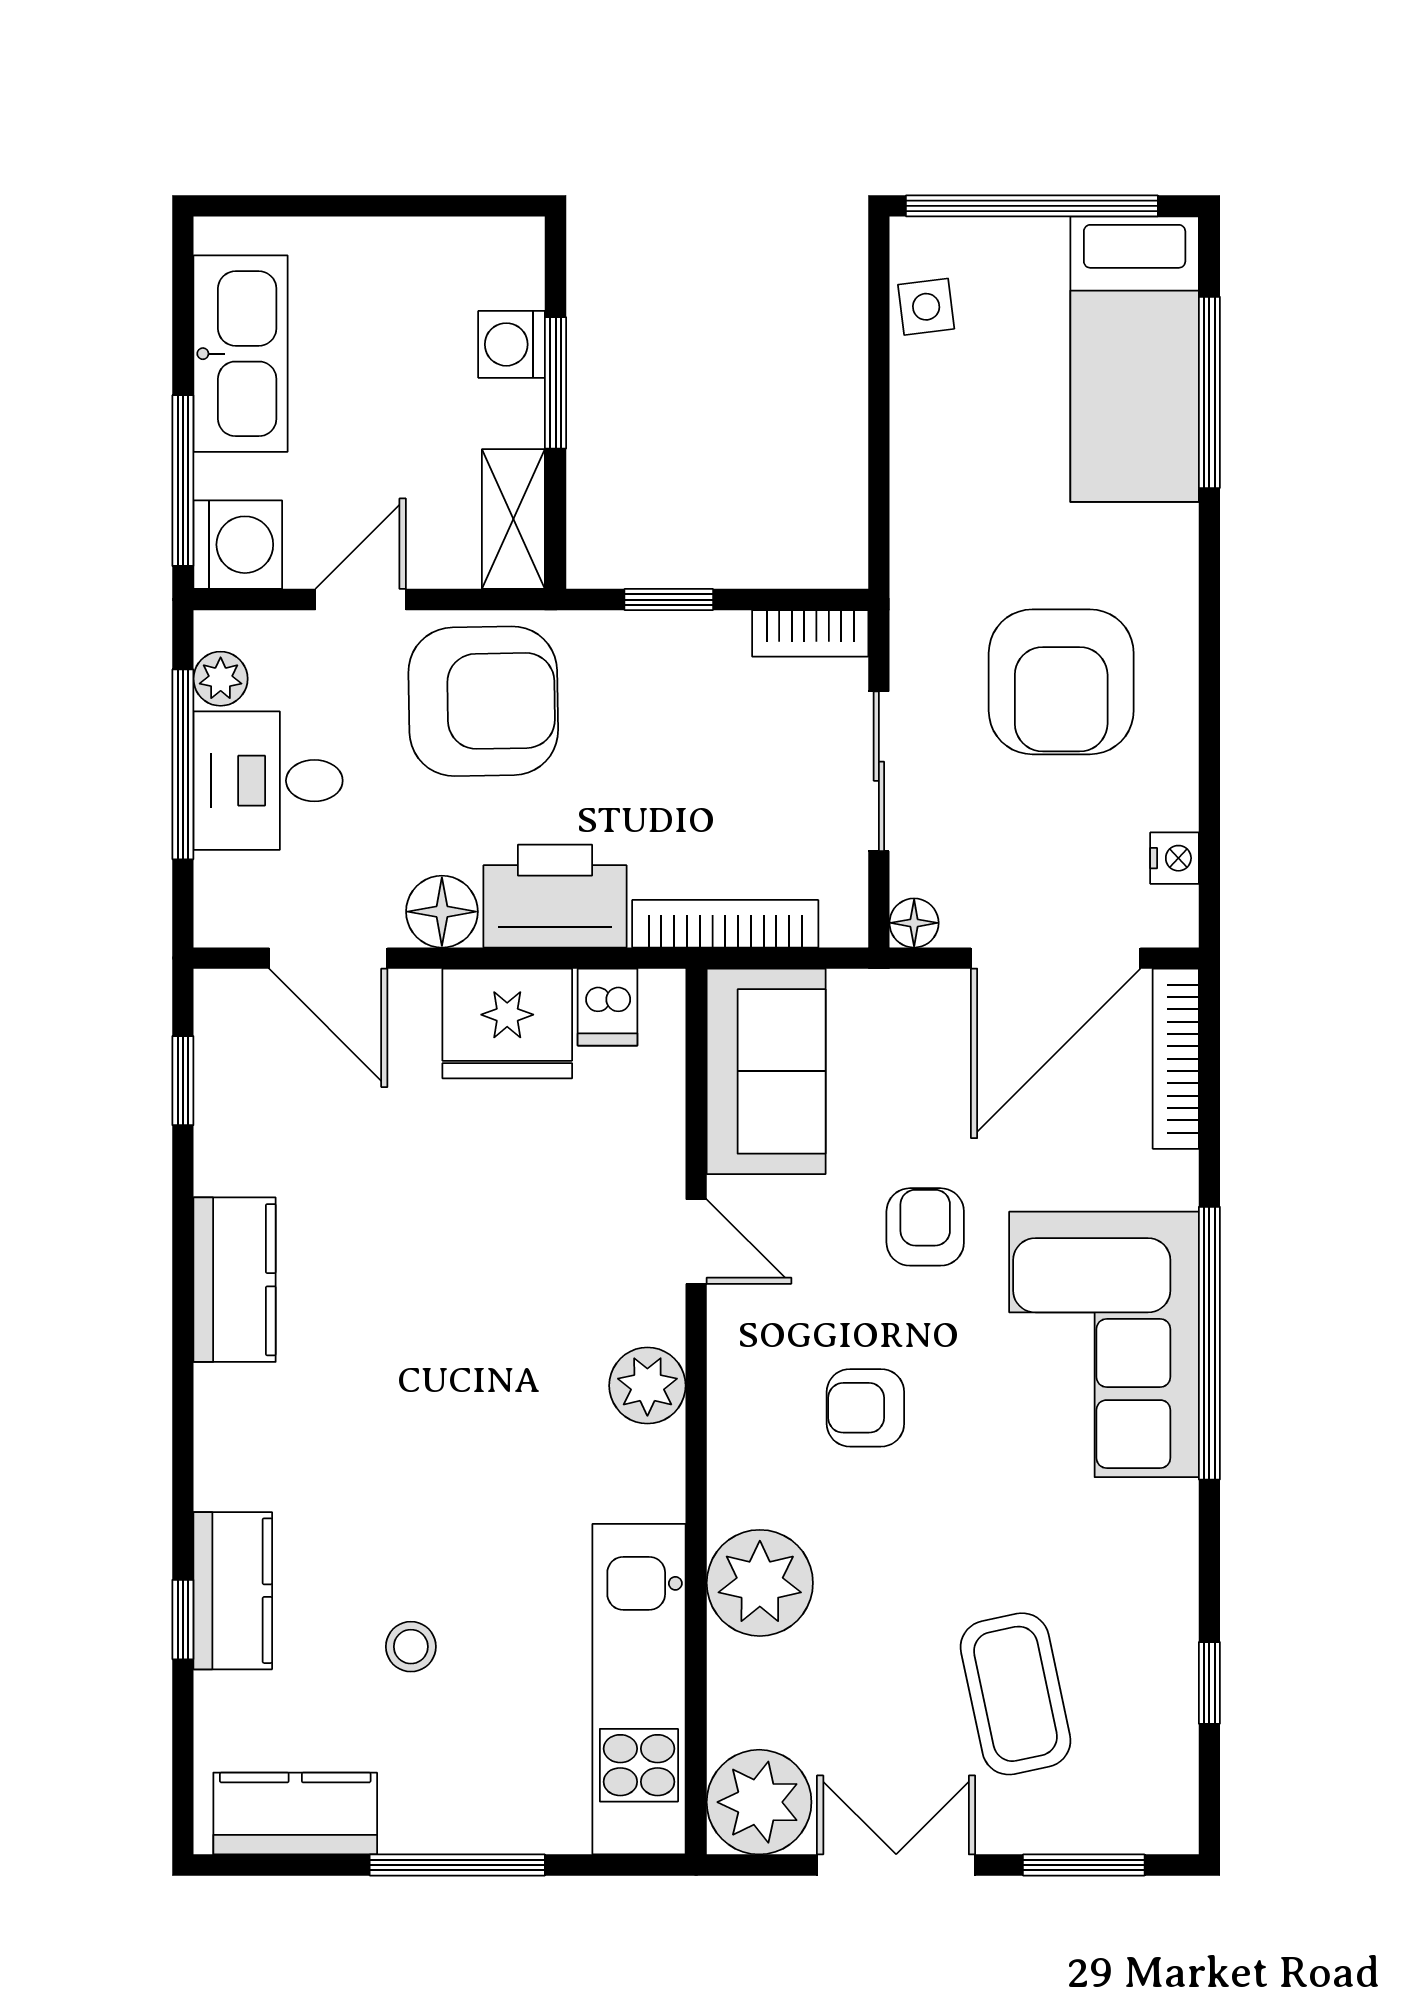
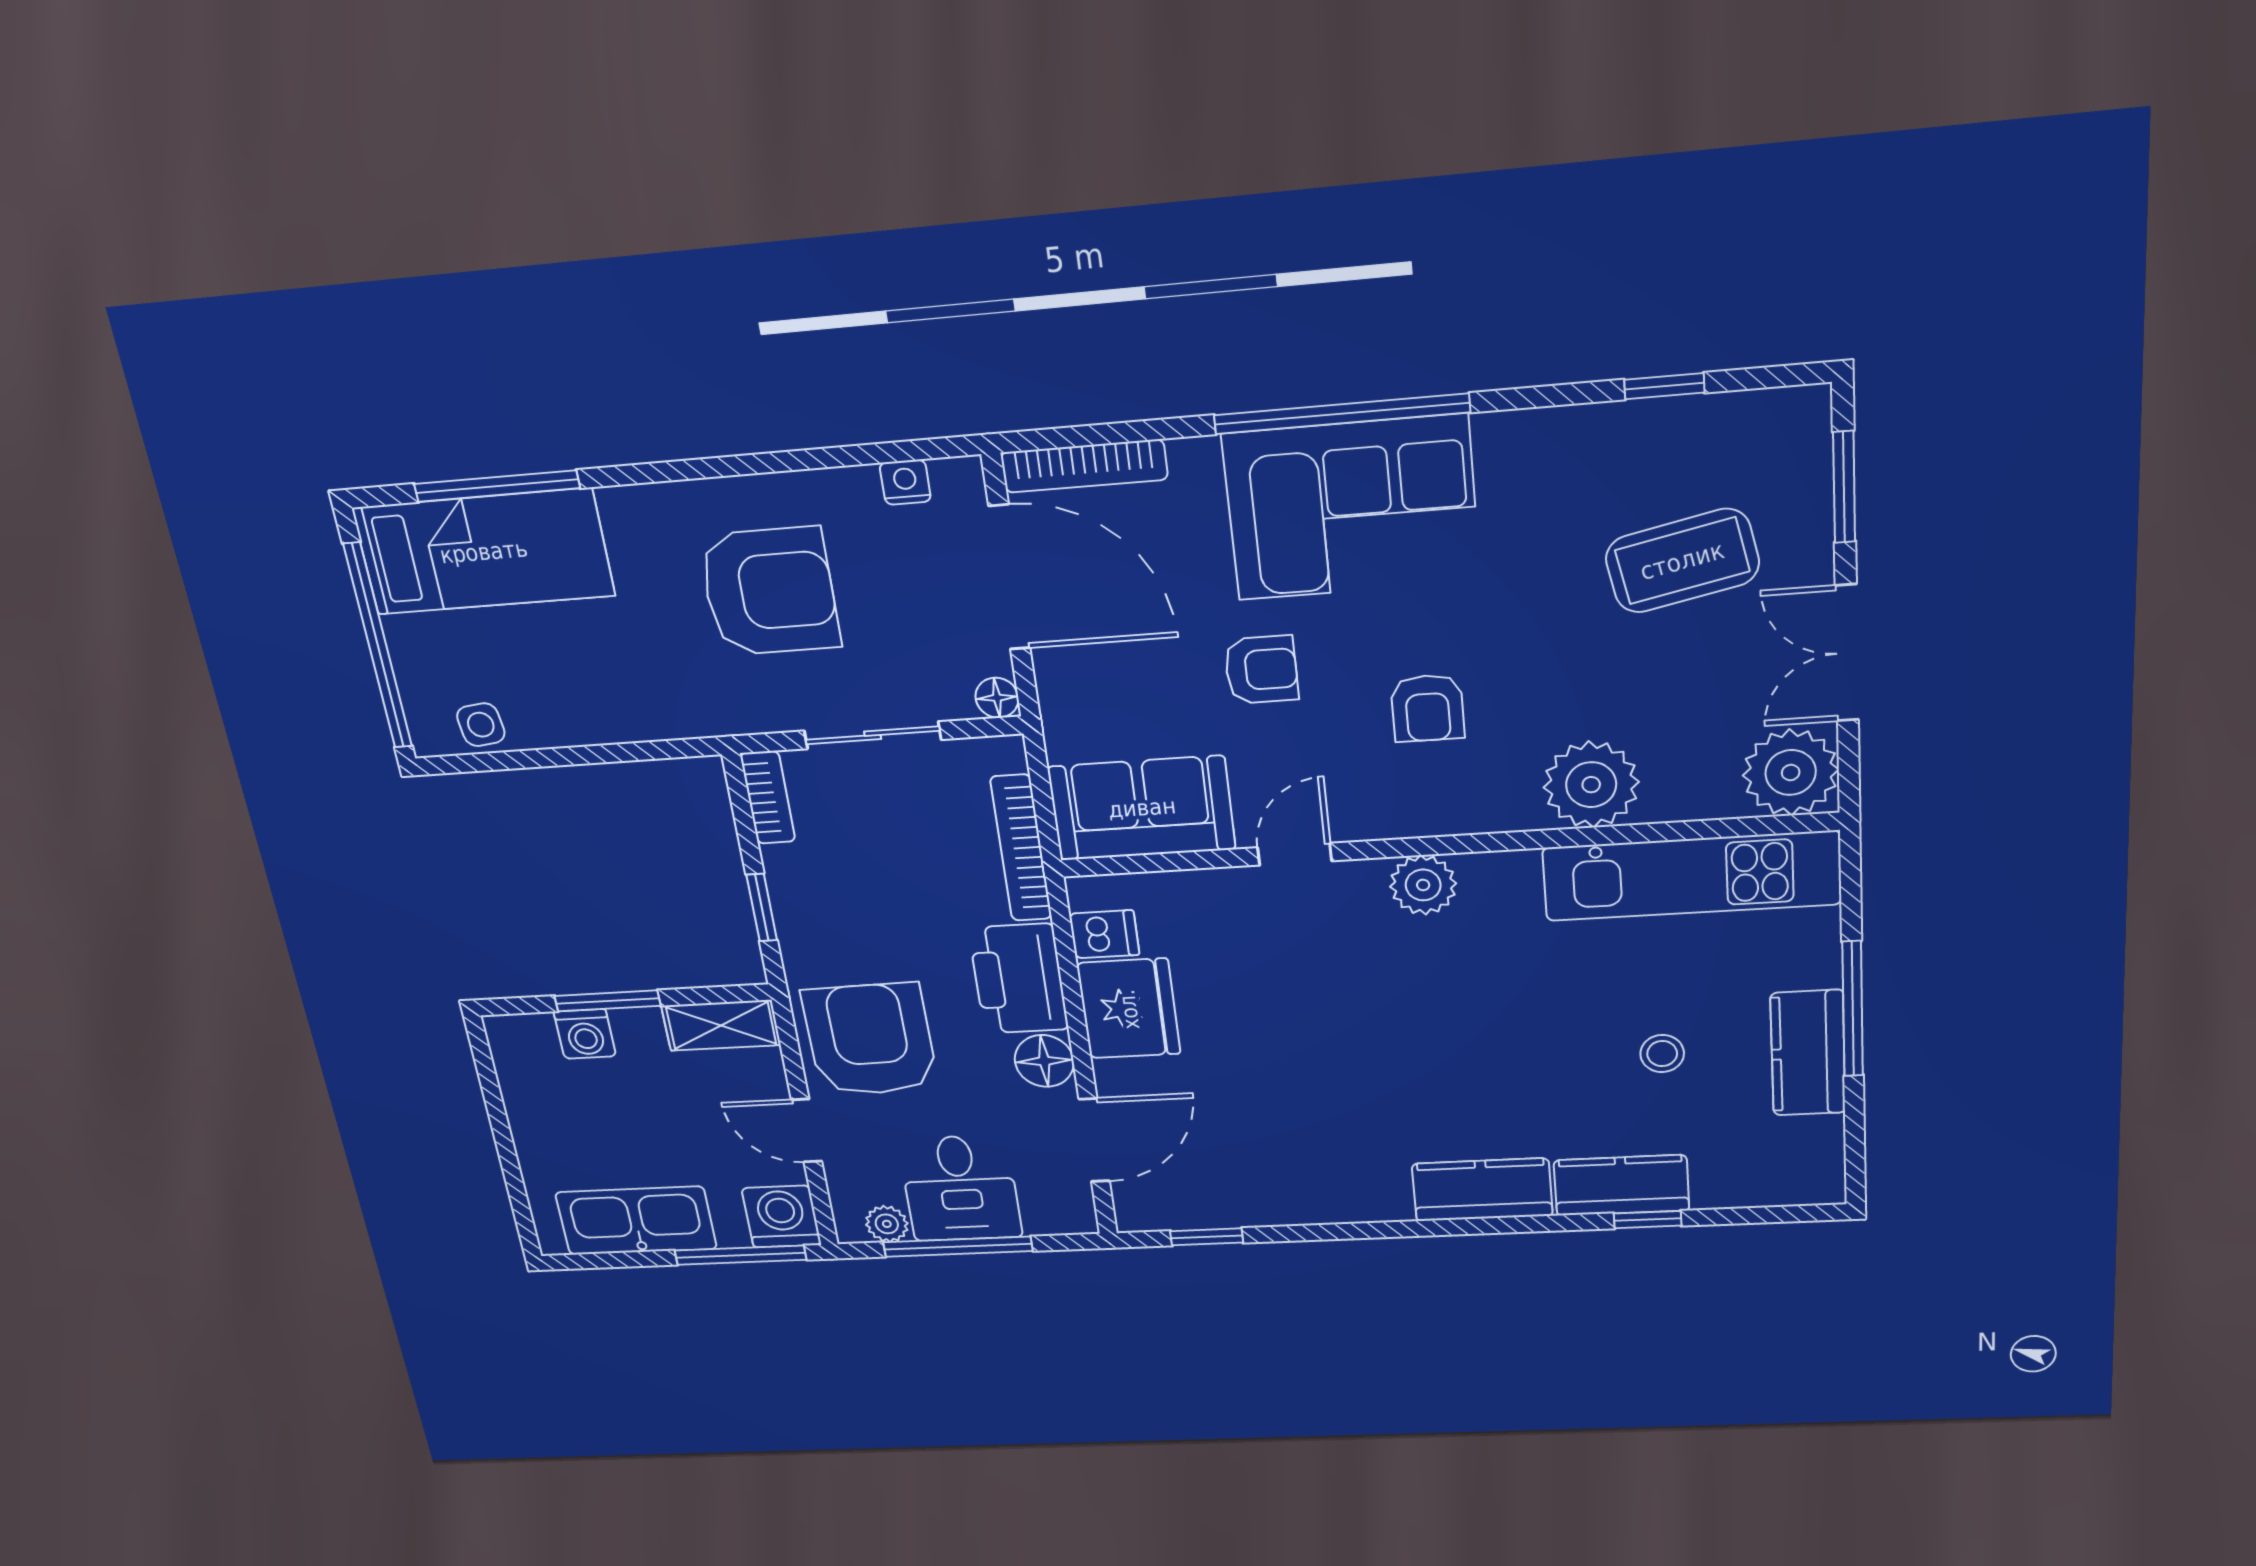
armchair: (925, 1227) -> (1261, 670), turned 180
kitchen counter: (235, 1280) -> (1482, 1190), moved
kitchen counter: (295, 1814) -> (1808, 1053), moved

